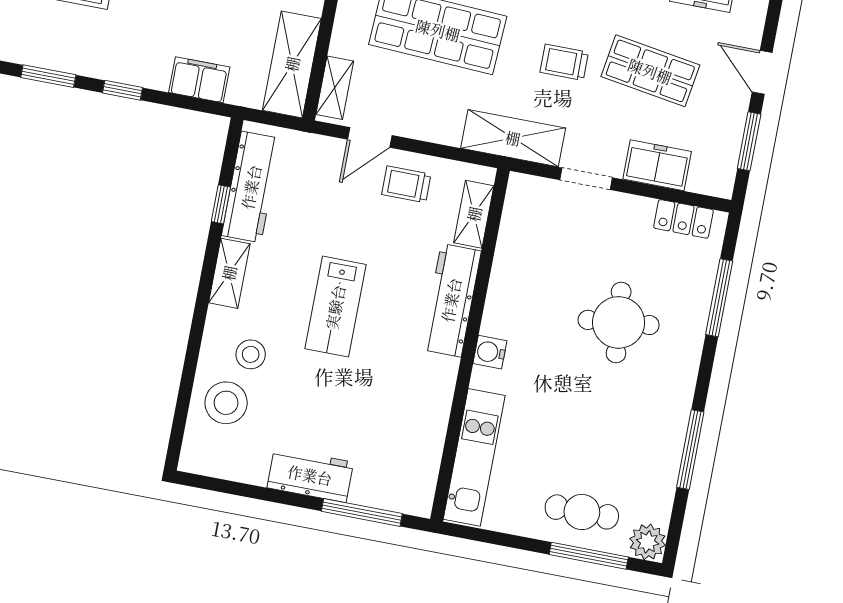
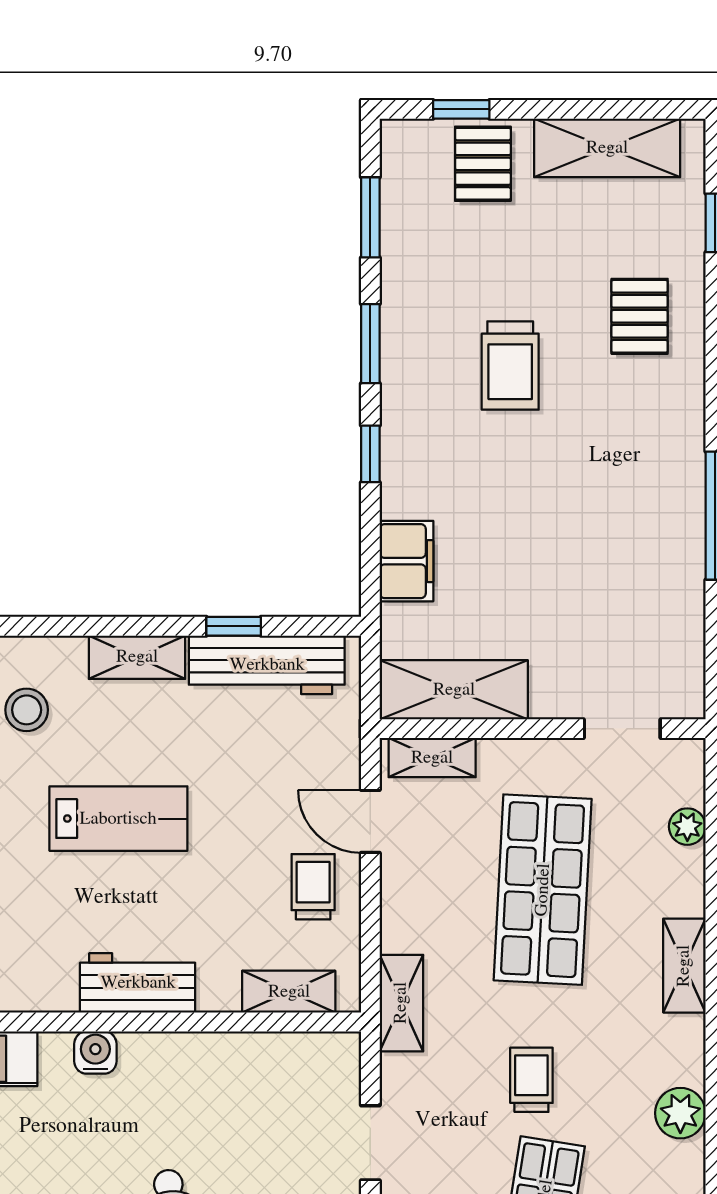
shelving: (513, 138) -> (401, 1003), width x0.67, depth x0.75
workbench: (451, 300) -> (138, 983), width x0.73
lab bench: (335, 307) -> (118, 819), turned 180

